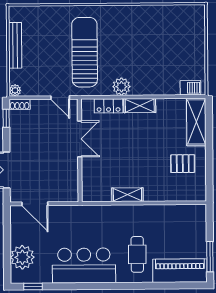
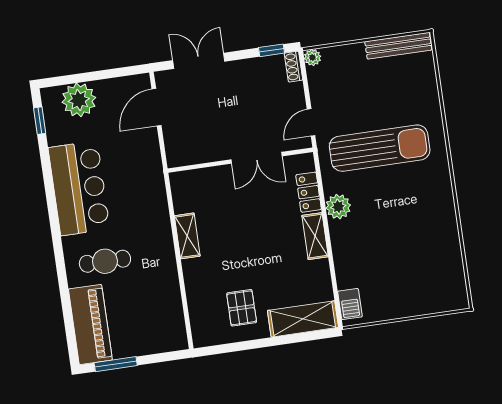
bench: (15, 45) -> (398, 46), moved

